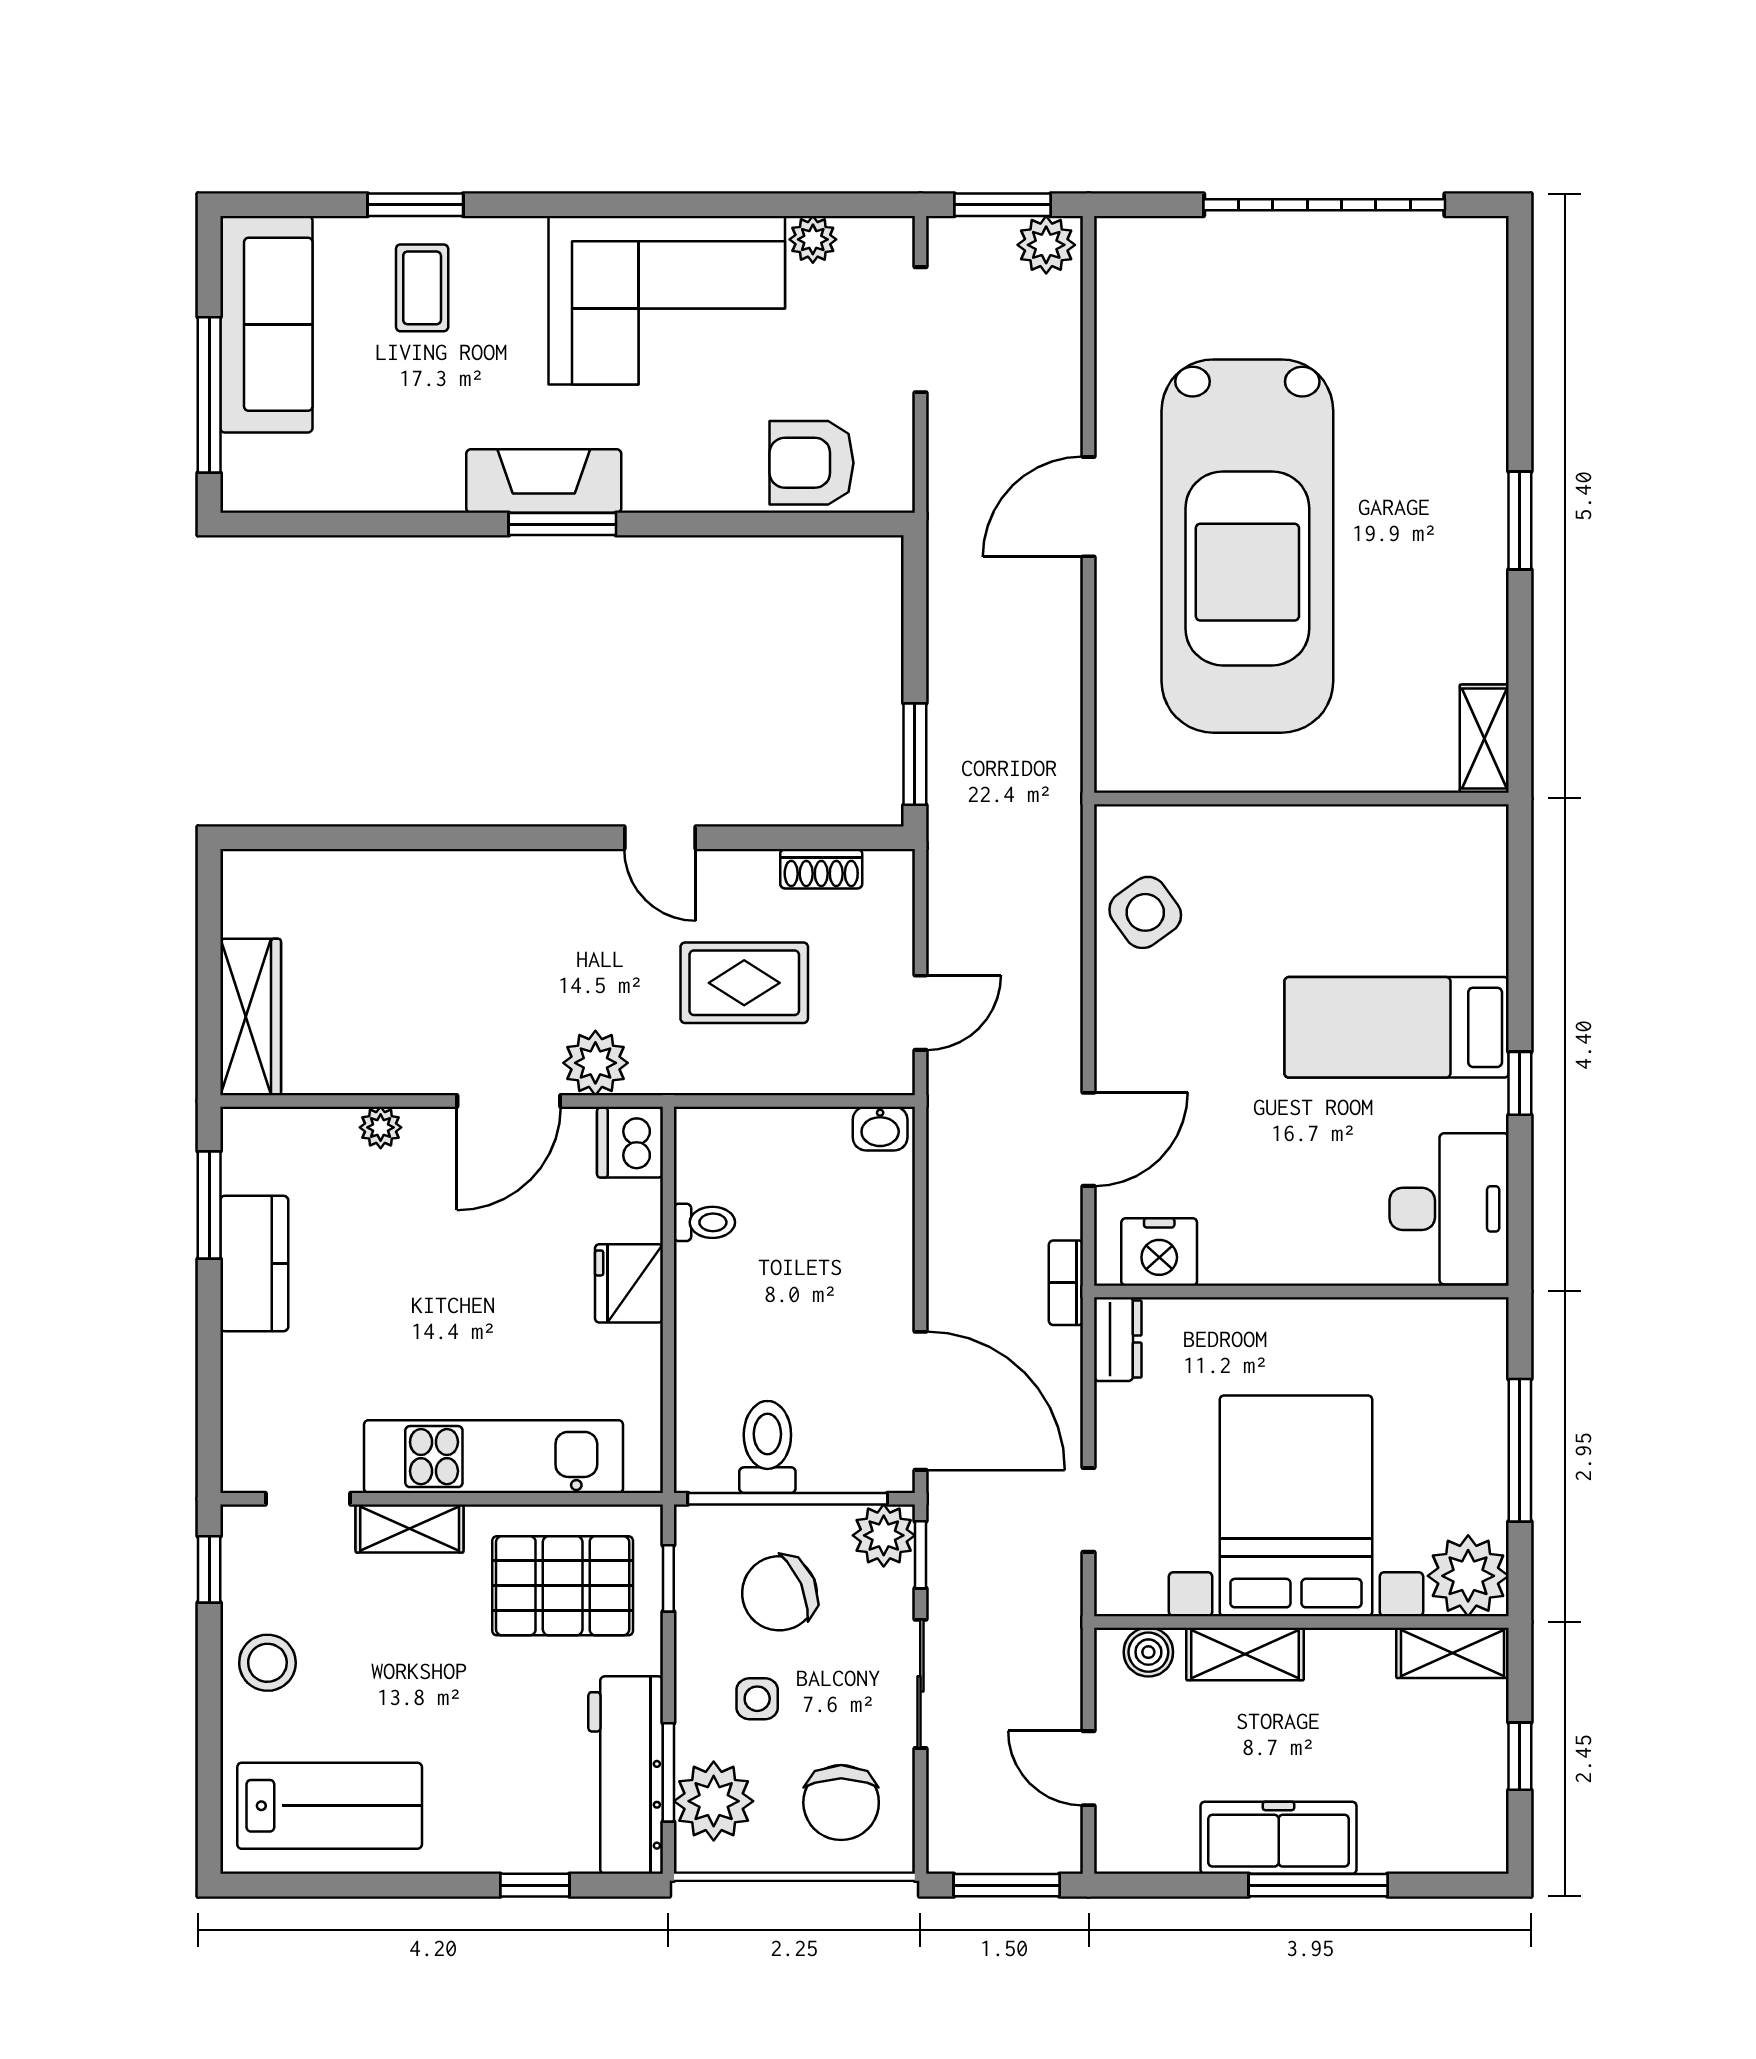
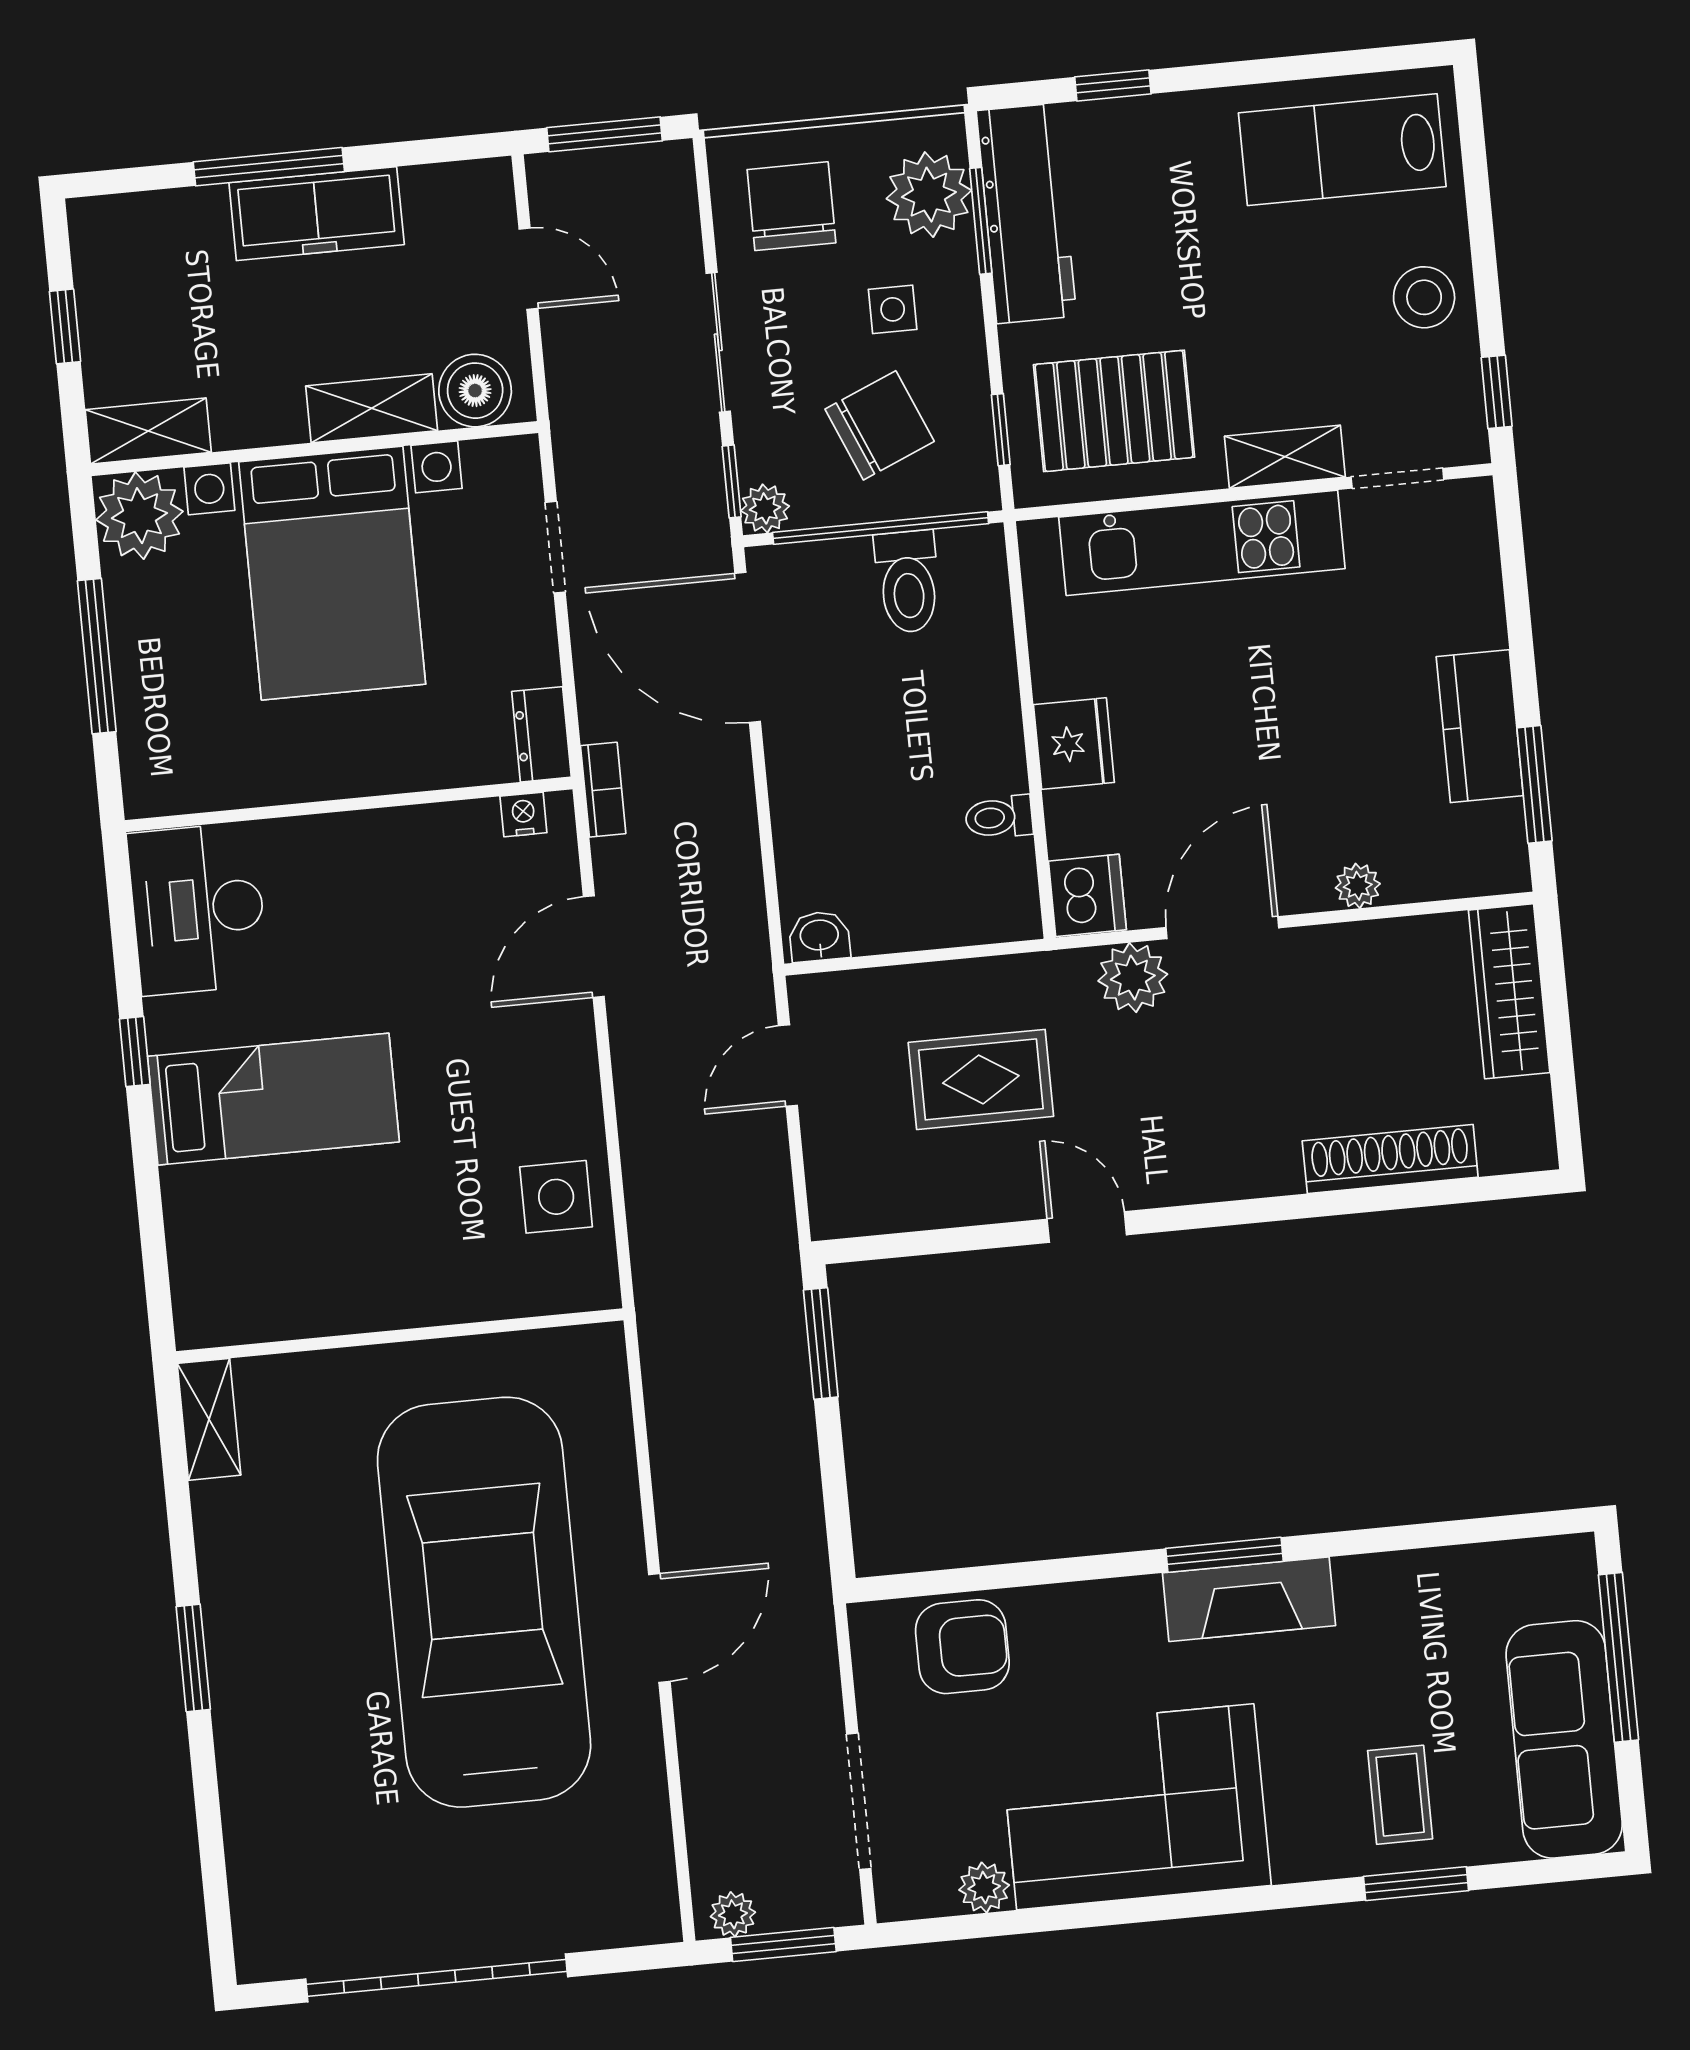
plant: (1046, 245) -> (733, 1914), width x0.73, depth x0.73
shoe rack: (821, 869) -> (1390, 1159), moved, width x1.94, depth x1.24
side table: (1145, 912) -> (556, 1197), turned 36
nightstand: (1159, 1252) -> (523, 814), width x0.53, depth x0.56
plant: (884, 1535) -> (765, 508), width x0.73, depth x0.73
boiler: (1148, 1652) -> (475, 391), width x1.36, depth x1.36

